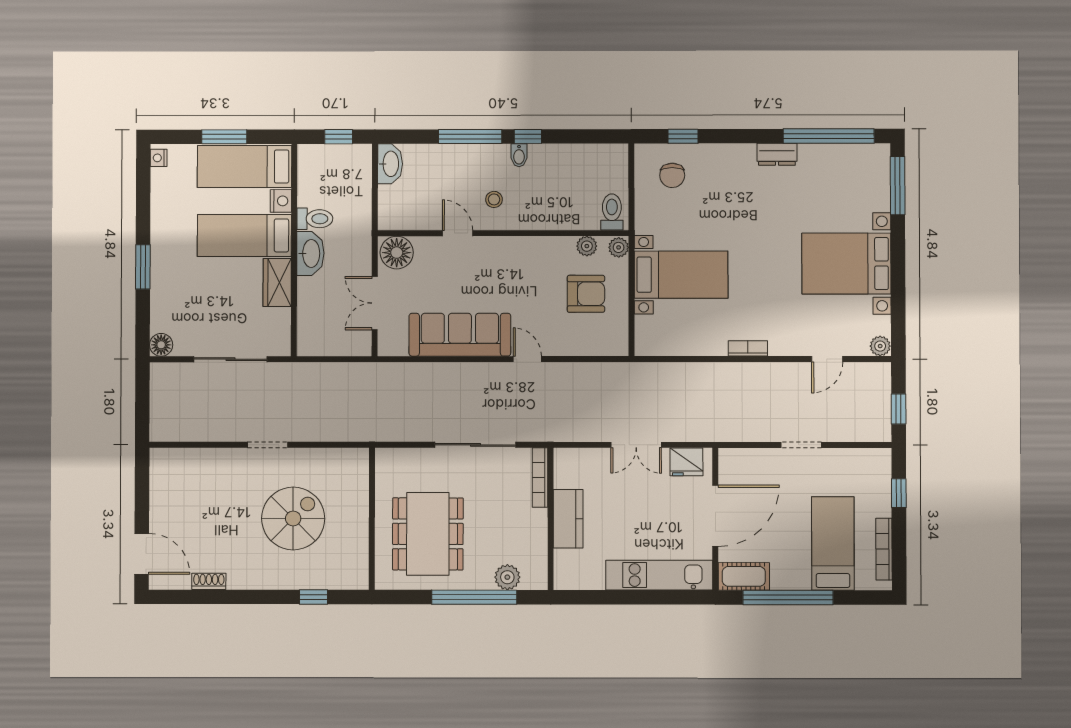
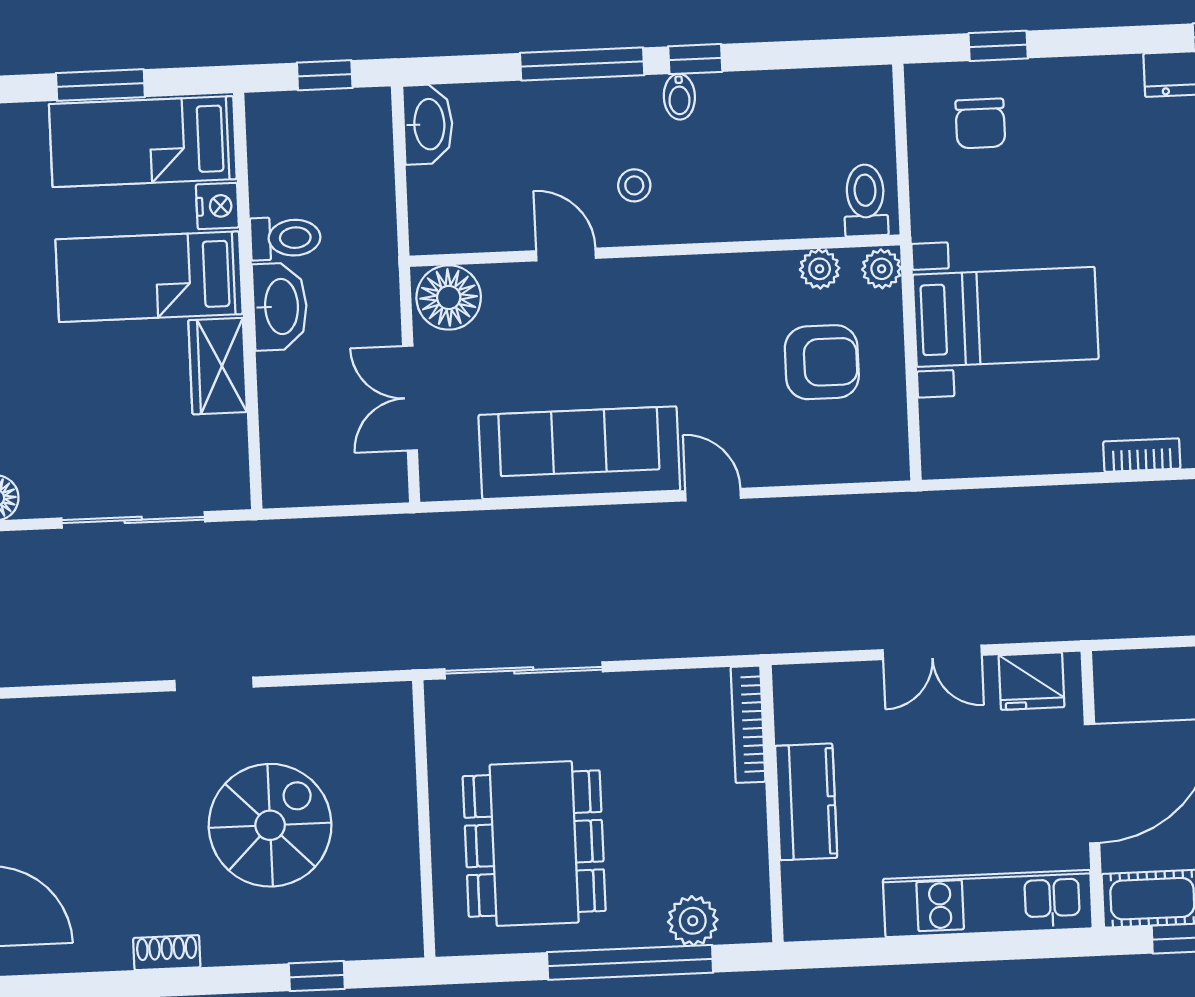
sliding door: (475, 445) -> (524, 670), moved
shoe rack: (209, 581) -> (167, 953), moved

